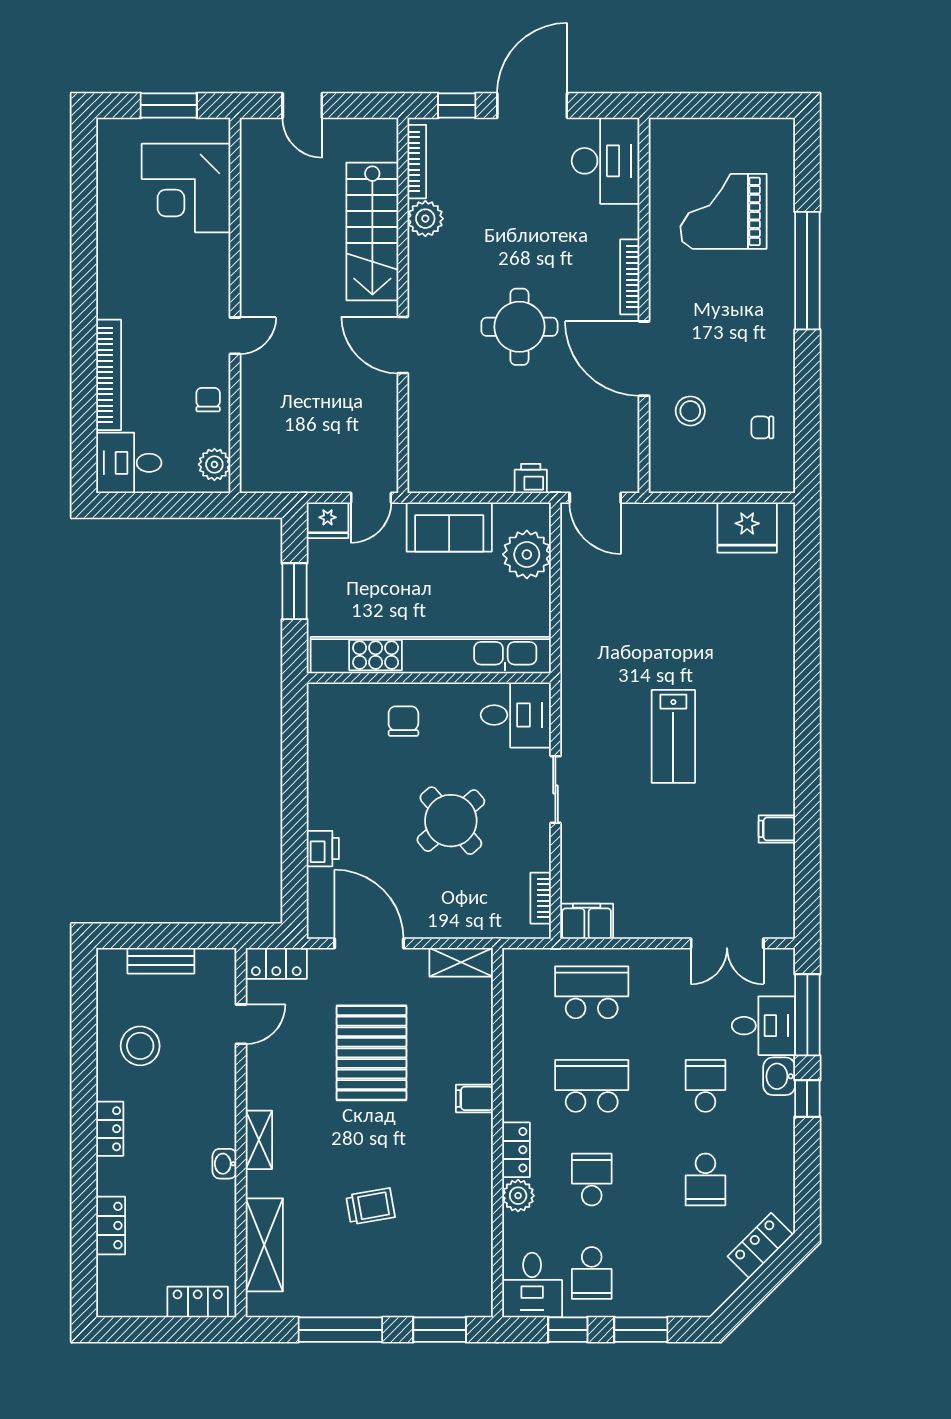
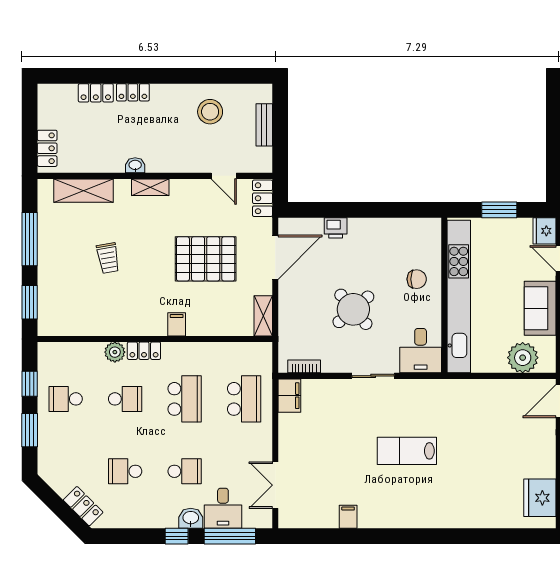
locker: (110, 1129) -> (133, 92), moved
desk: (532, 1285) -> (58, 361), removed

